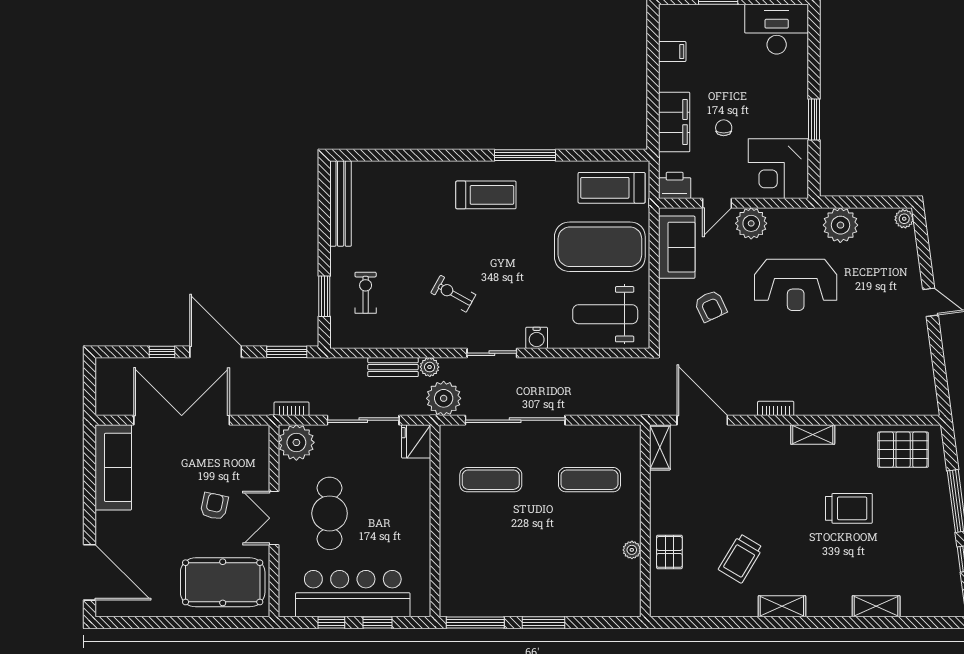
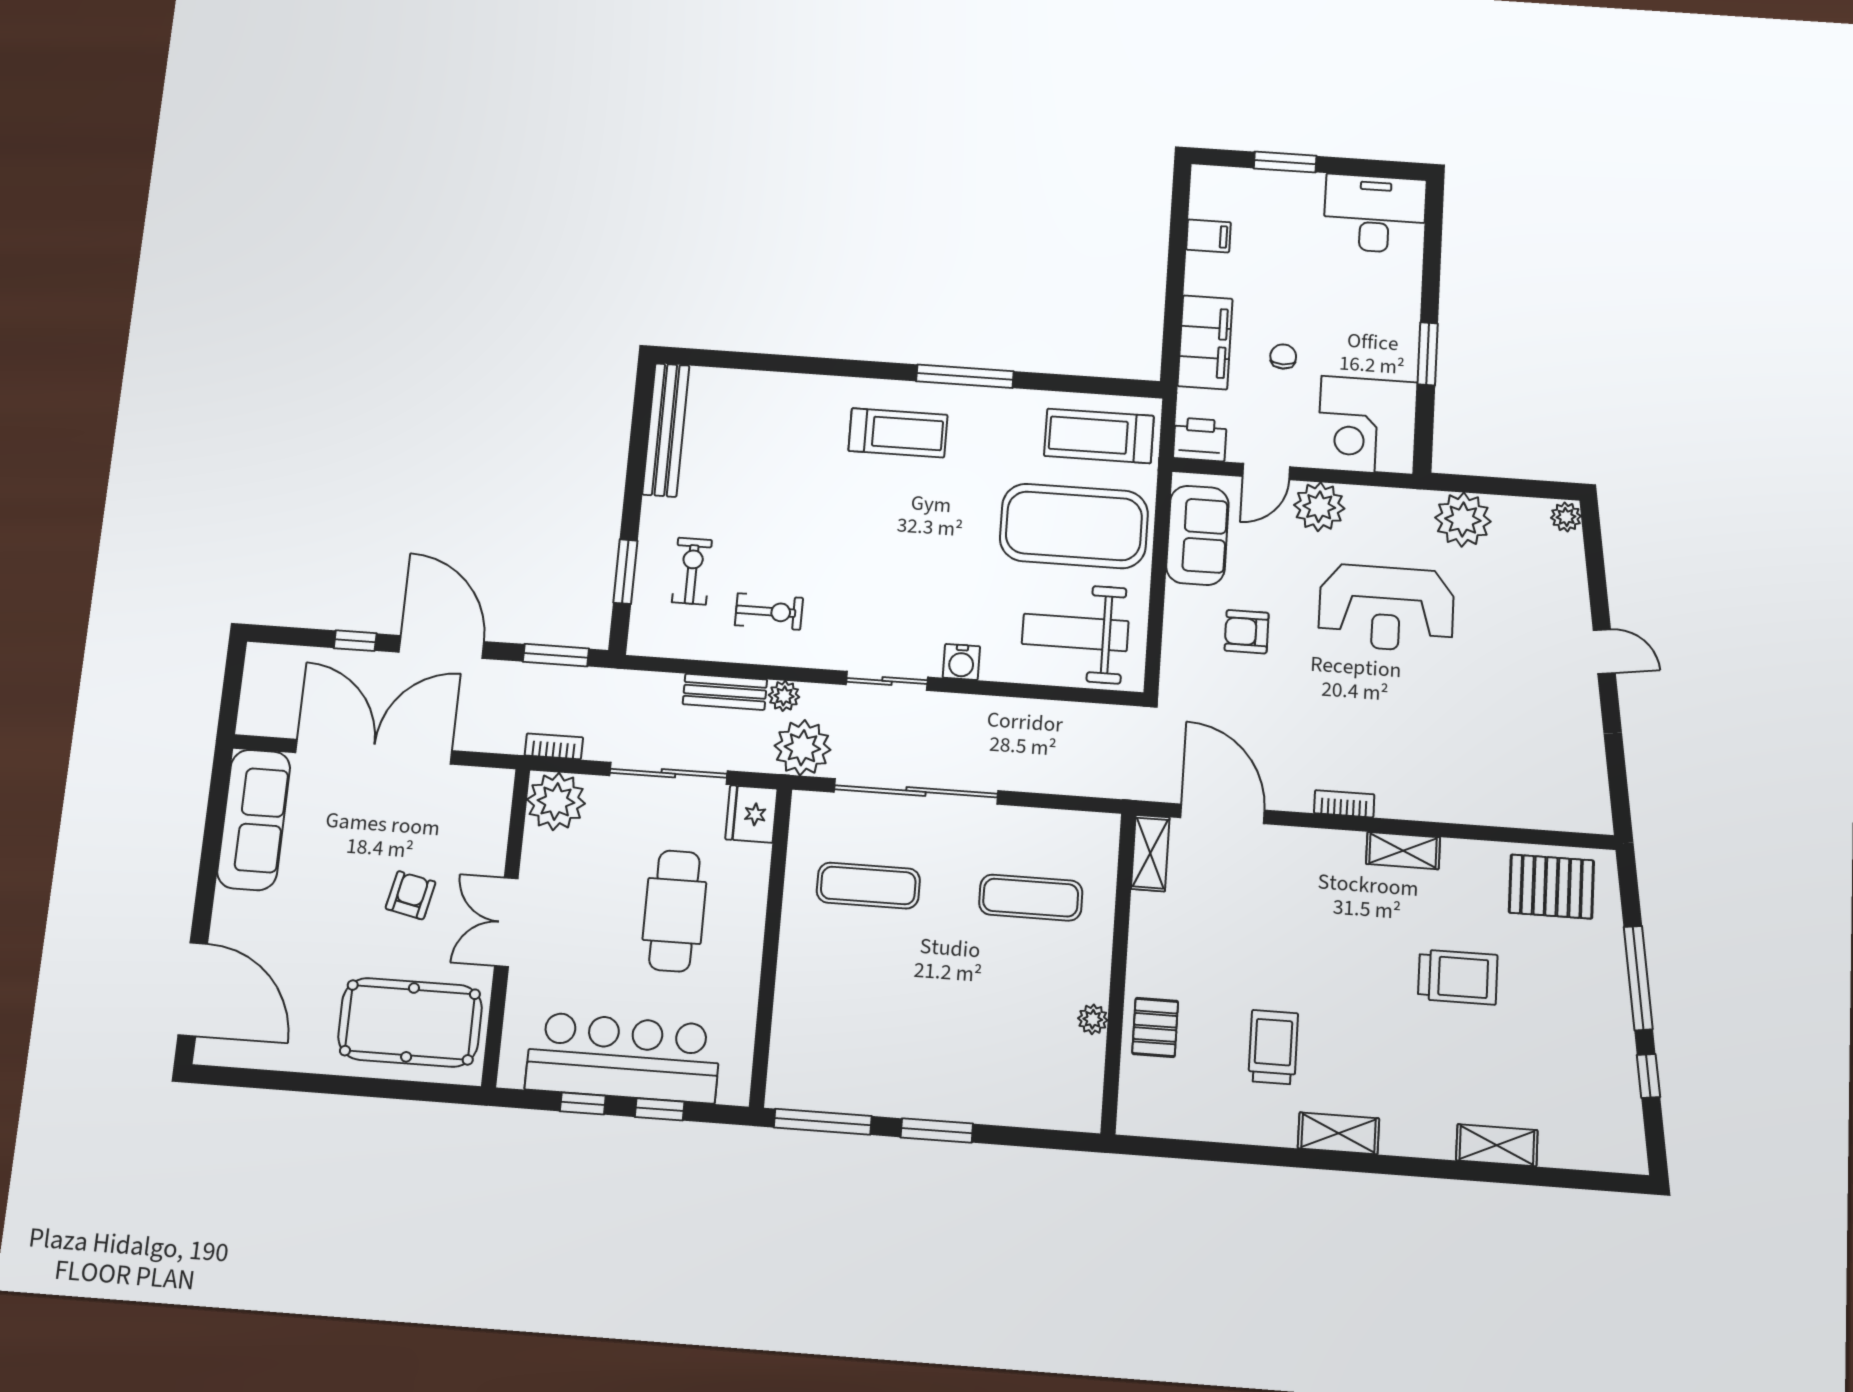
exercise bike: (453, 294) -> (769, 612), moved, turned 151
armchair: (711, 306) -> (1247, 632), turned 115
cafe table: (330, 513) -> (674, 911), moved
trolley: (741, 558) -> (1273, 1047), turned 149

